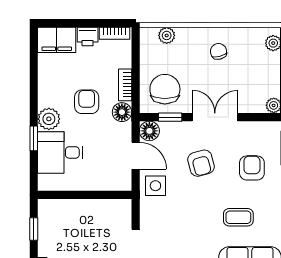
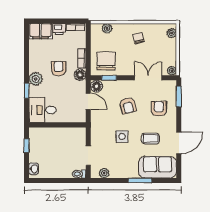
double door: (215, 117) -> (148, 78), moved
desk: (60, 152) -> (43, 110), moved
side table: (155, 186) -> (122, 137), moved

